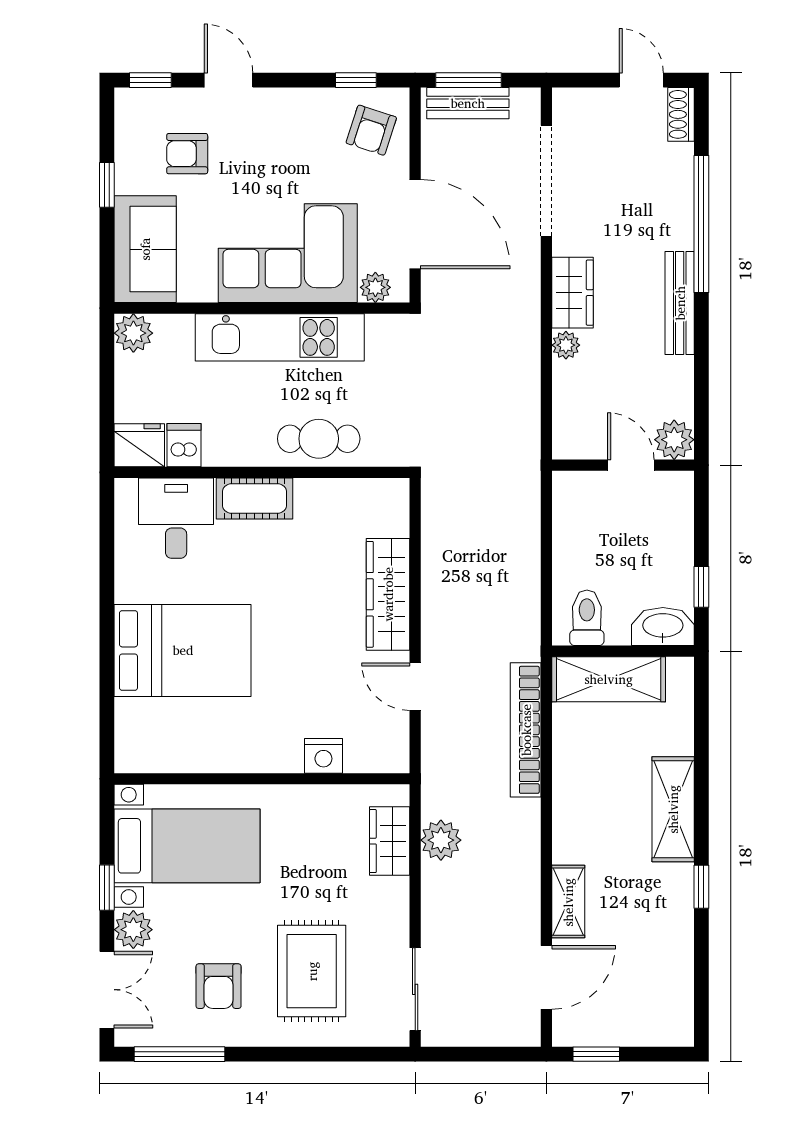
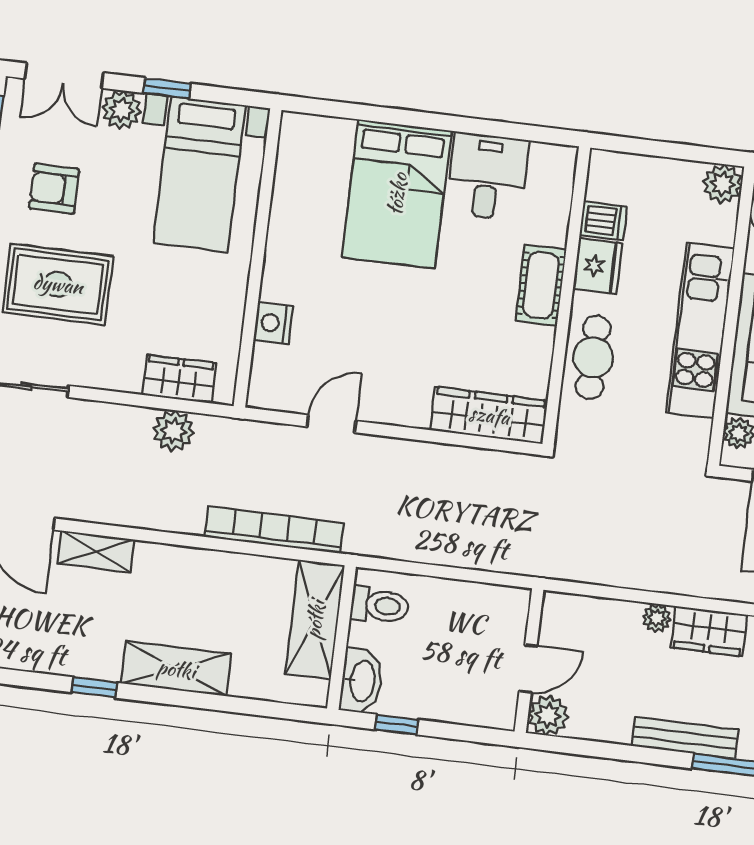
fridge: (139, 445) -> (598, 266), moved
desk: (176, 518) -> (487, 176), moved, turned -90
wardrobe: (388, 594) -> (489, 415), moved

